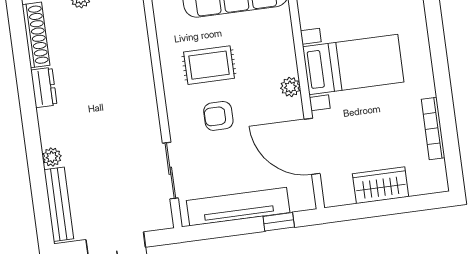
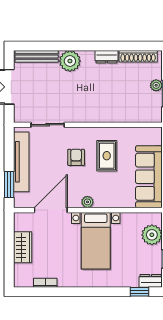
bookcase: (433, 129) -> (45, 283), width x0.64
plant: (52, 157) -> (70, 61), width x1.88, depth x1.88
window: (279, 222) -> (9, 185), width x1.50

